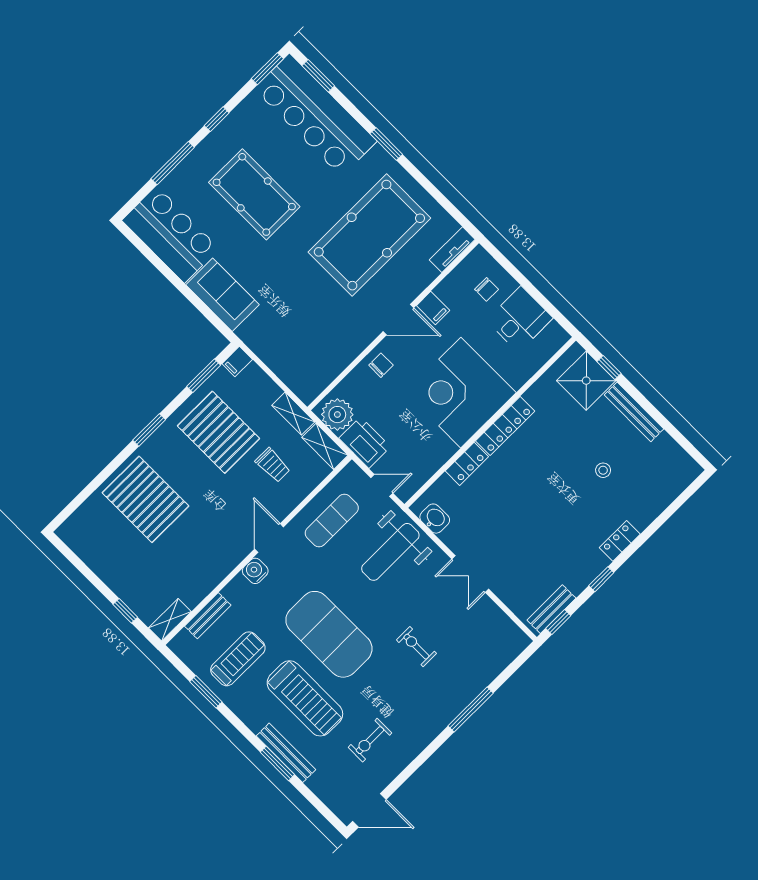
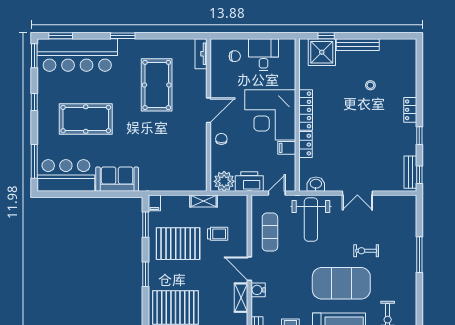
window: (173, 163) -> (34, 161), moved
pool table: (369, 235) -> (157, 85), width x0.73, depth x0.76
filing cabinet: (433, 308) -> (287, 148), moved, turned 180
shelving: (325, 446) -> (241, 298), moved, turned 90
exercise mat: (329, 634) -> (341, 283), moved

